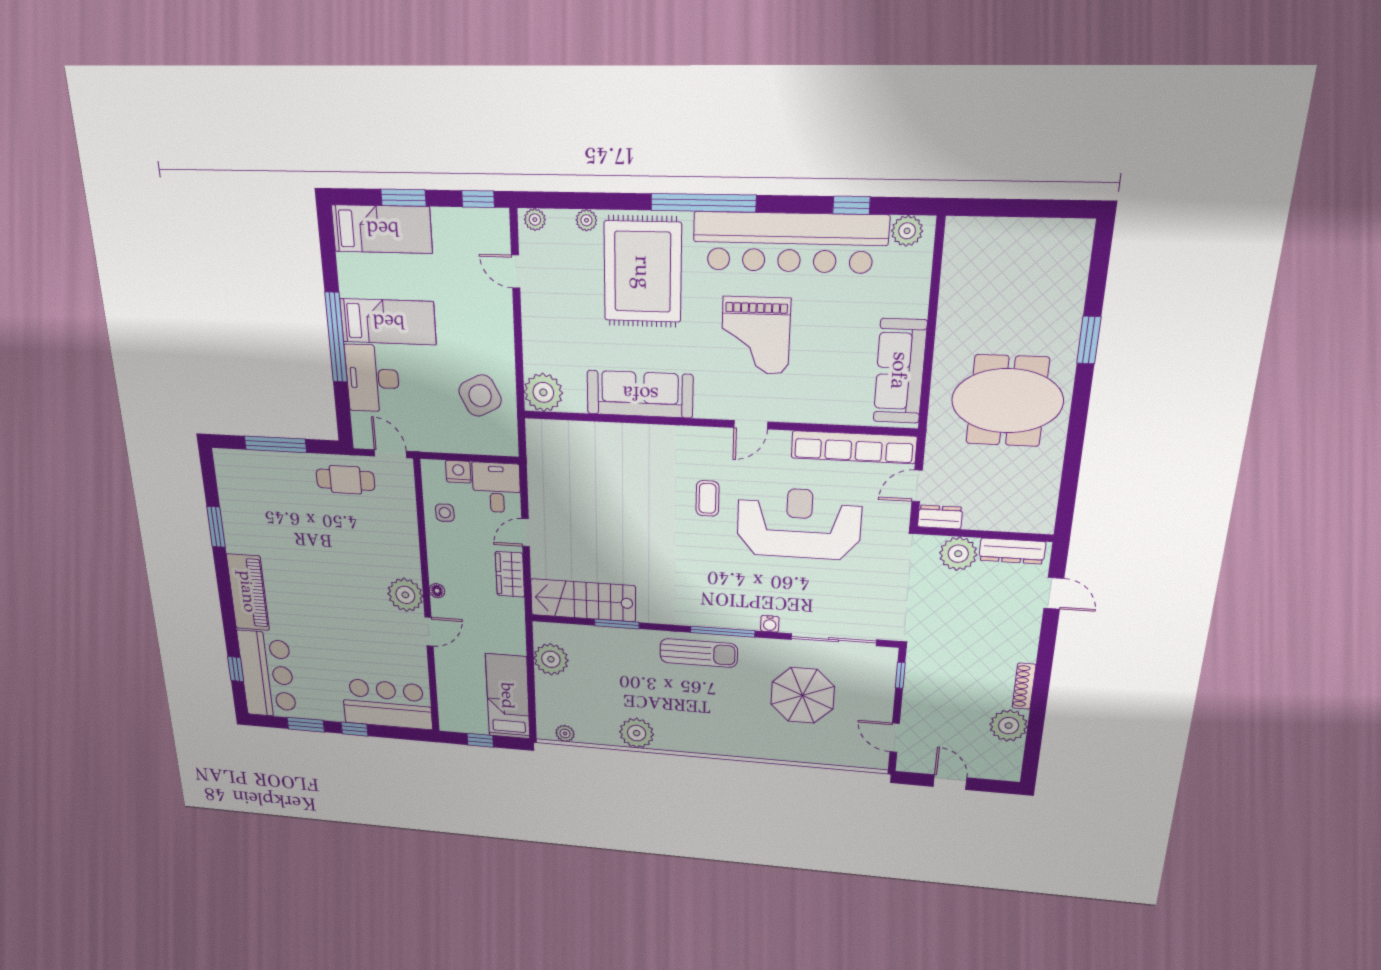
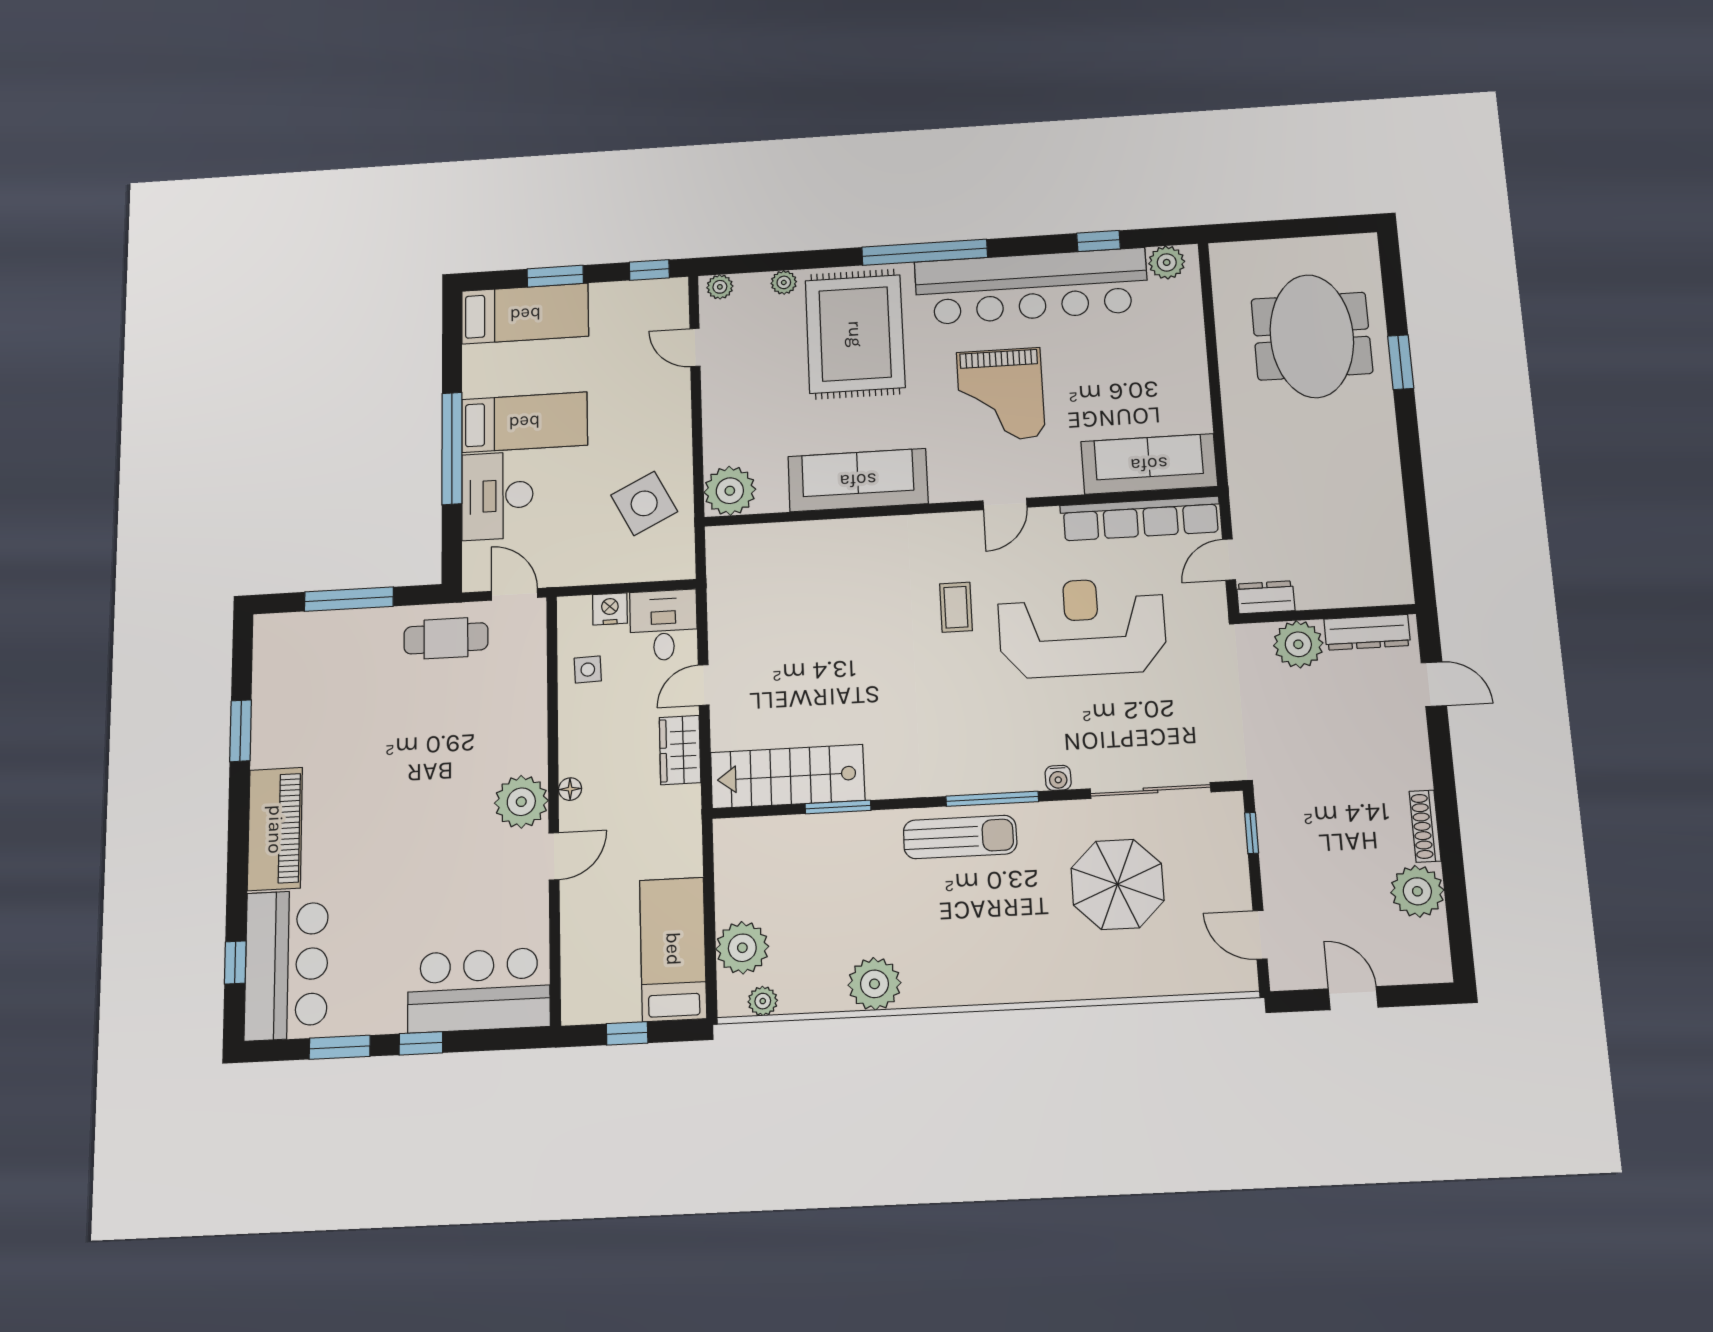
sofa: (900, 371) -> (1149, 464), moved, turned 90
meeting table: (1007, 401) -> (1312, 336), moved, turned 90
plant: (551, 659) -> (742, 948), moved

